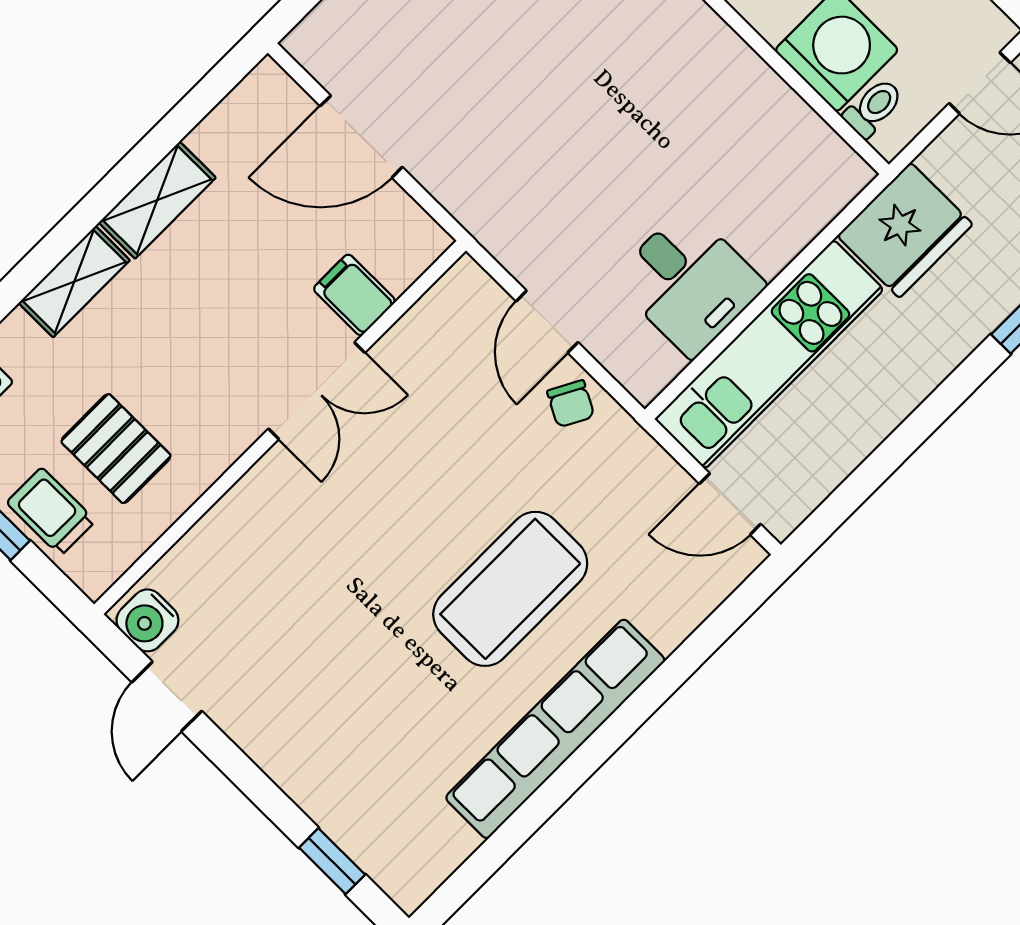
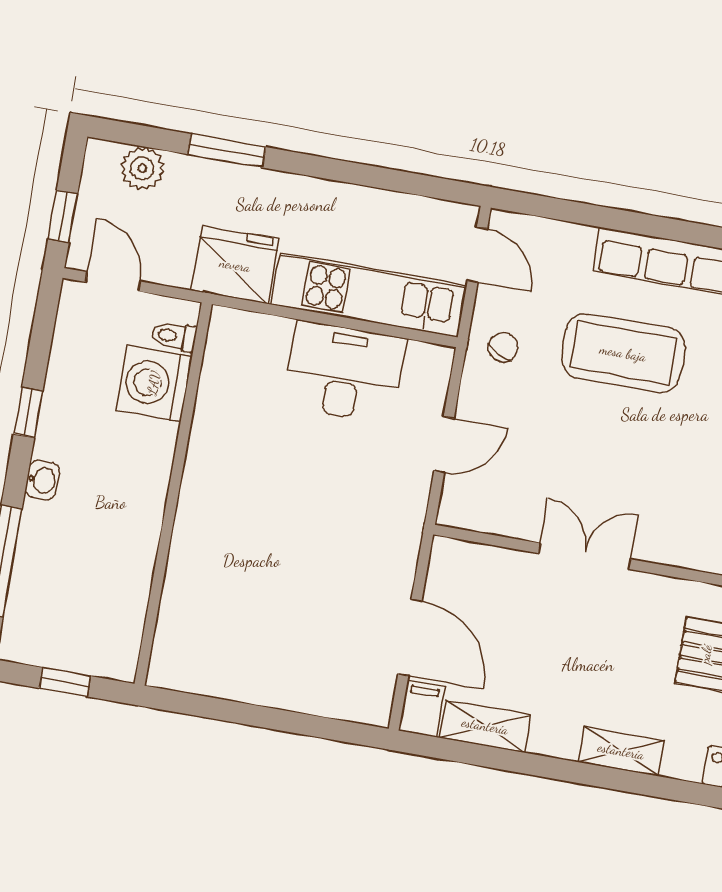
shelving: (157, 200) -> (485, 726), moved
desk: (689, 282) -> (344, 372), width x1.37
filing cabinet: (354, 295) -> (422, 709), moved, turned 180
chair: (571, 404) -> (503, 347), moved

